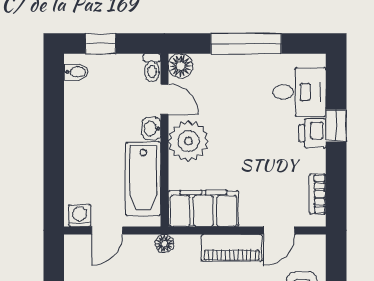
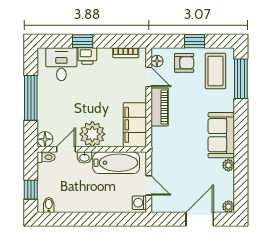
floor lamp: (164, 244) -> (157, 61), moved

